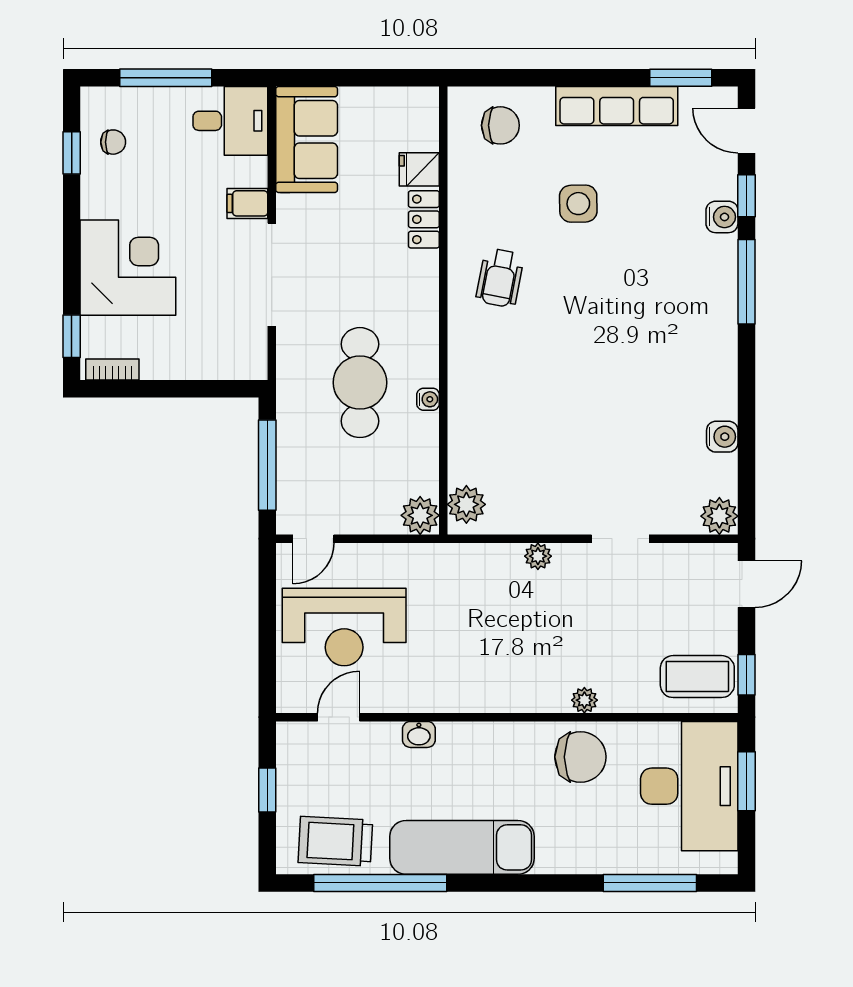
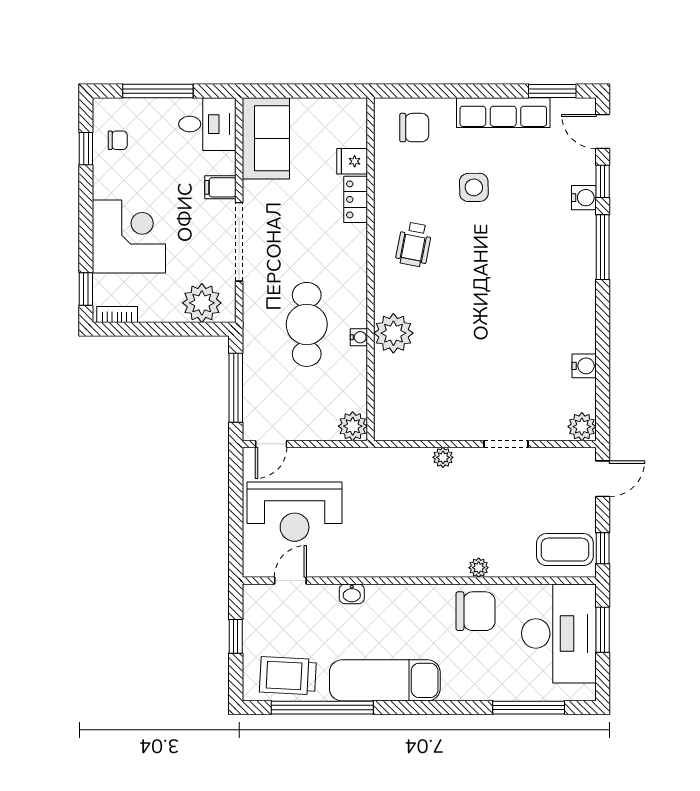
plant: (223, 354) -> (202, 303), added
plant: (466, 504) -> (393, 333), moved, width x1.36, depth x1.36

